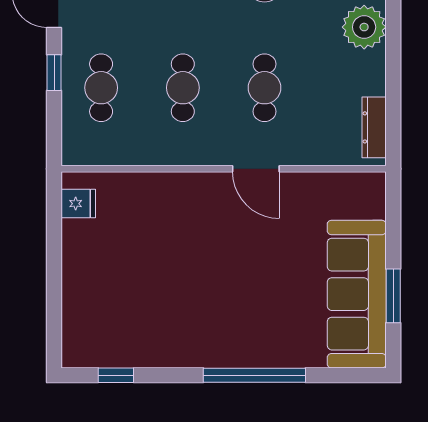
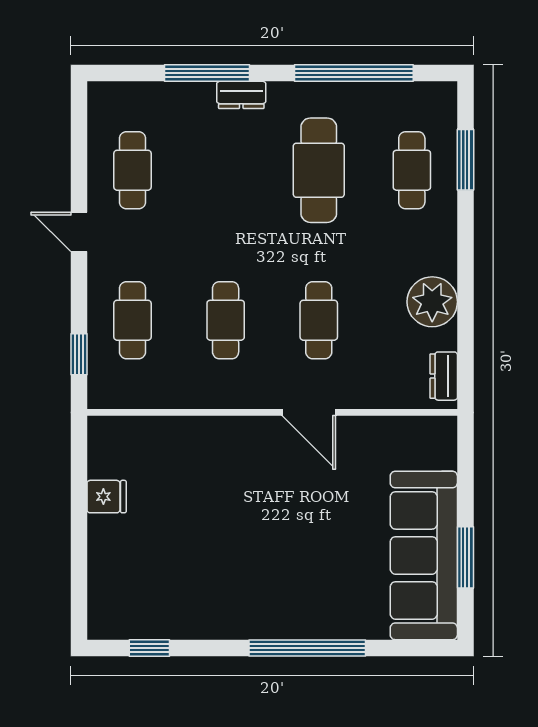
plant: (364, 27) -> (432, 302), moved
window: (54, 73) -> (79, 354), moved
dresser: (374, 127) -> (444, 376), width x0.70
fridge: (78, 204) -> (107, 497), moved

